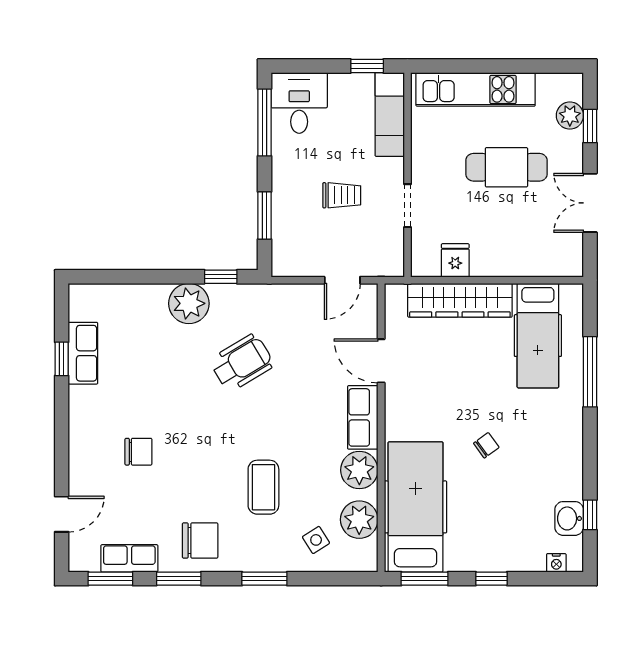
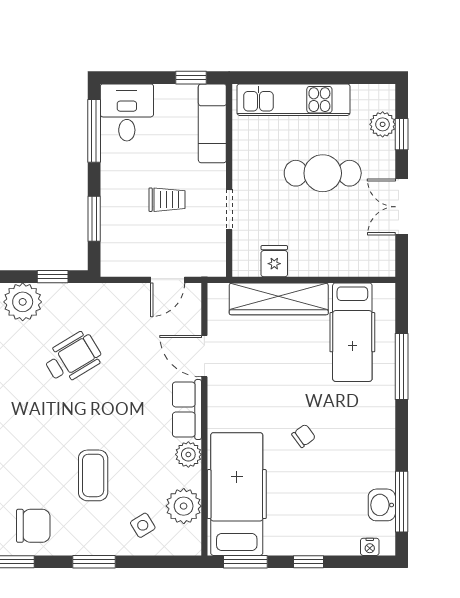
plant: (359, 470) -> (188, 454), width x0.73, depth x0.73
window: (590, 515) -> (402, 502), width x2.17

